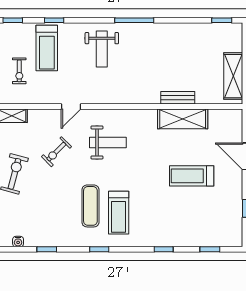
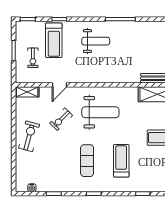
weight bench: (102, 49) -> (96, 41), turned -90
door: (71, 107) -> (60, 85), moved
weight bench: (108, 142) -> (100, 112), width x1.36, depth x1.33
treadmill: (119, 213) -> (121, 161), moved, turned 180

